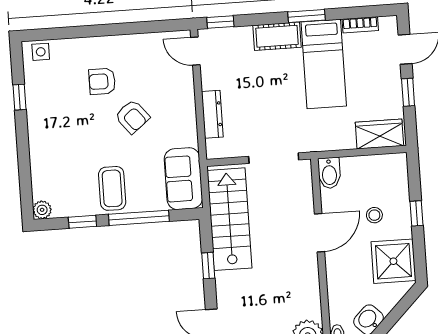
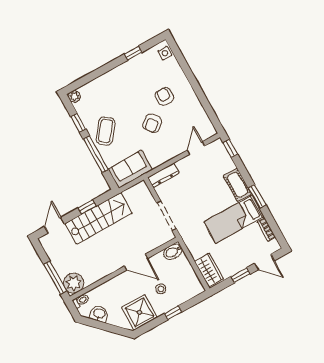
door: (195, 51) -> (196, 148), moved
dresser: (212, 114) -> (163, 175), moved
coffee table: (112, 188) -> (106, 131), turned -52
stairs: (229, 219) -> (99, 218), moved

